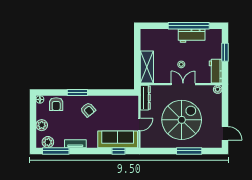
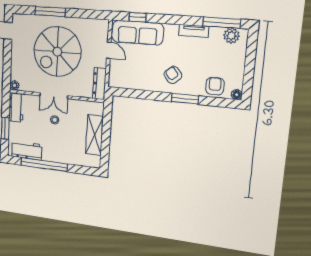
workbench: (192, 36) -> (27, 150), moved
shelving: (147, 67) -> (94, 135), moved
door: (139, 124) -> (109, 50), swing flipped
plant: (42, 125) -> (238, 60), removed

